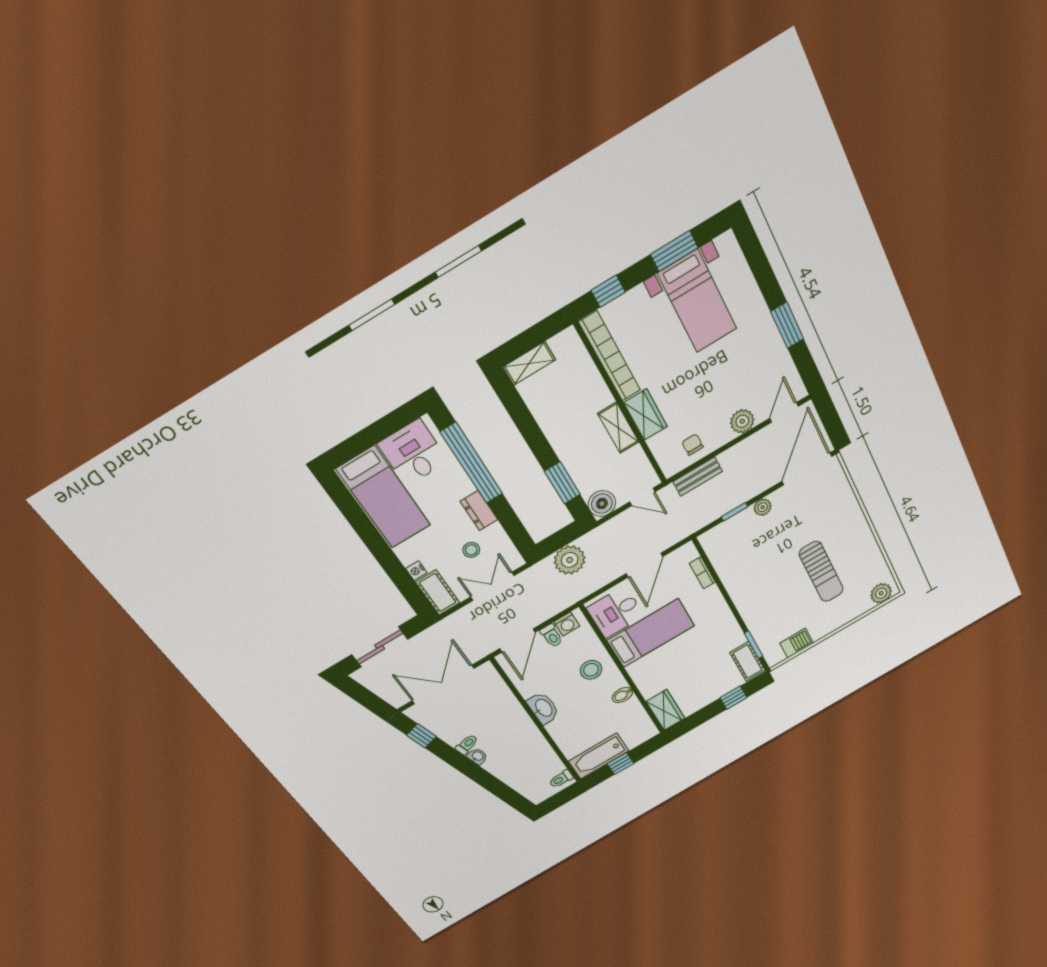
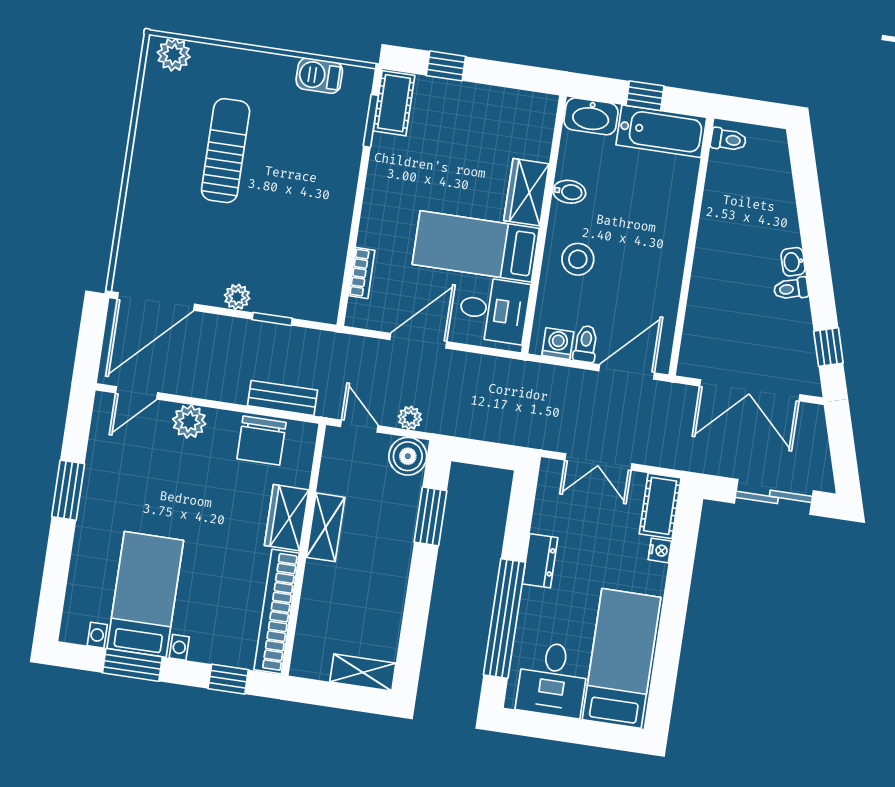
chair: (693, 445) -> (261, 441), width x1.87, depth x1.87
stool: (471, 550) -> (585, 524), removed
plant: (570, 560) -> (410, 418), moved, width x0.53, depth x0.53
washbasin: (543, 708) -> (591, 116), moved, turned -90
wardrobe: (665, 710) -> (526, 192), moved

